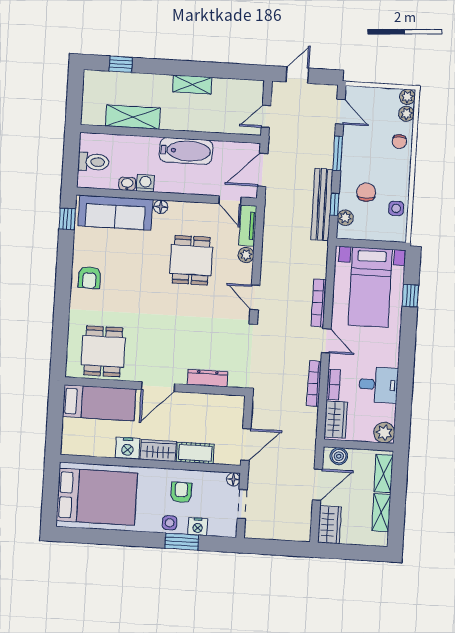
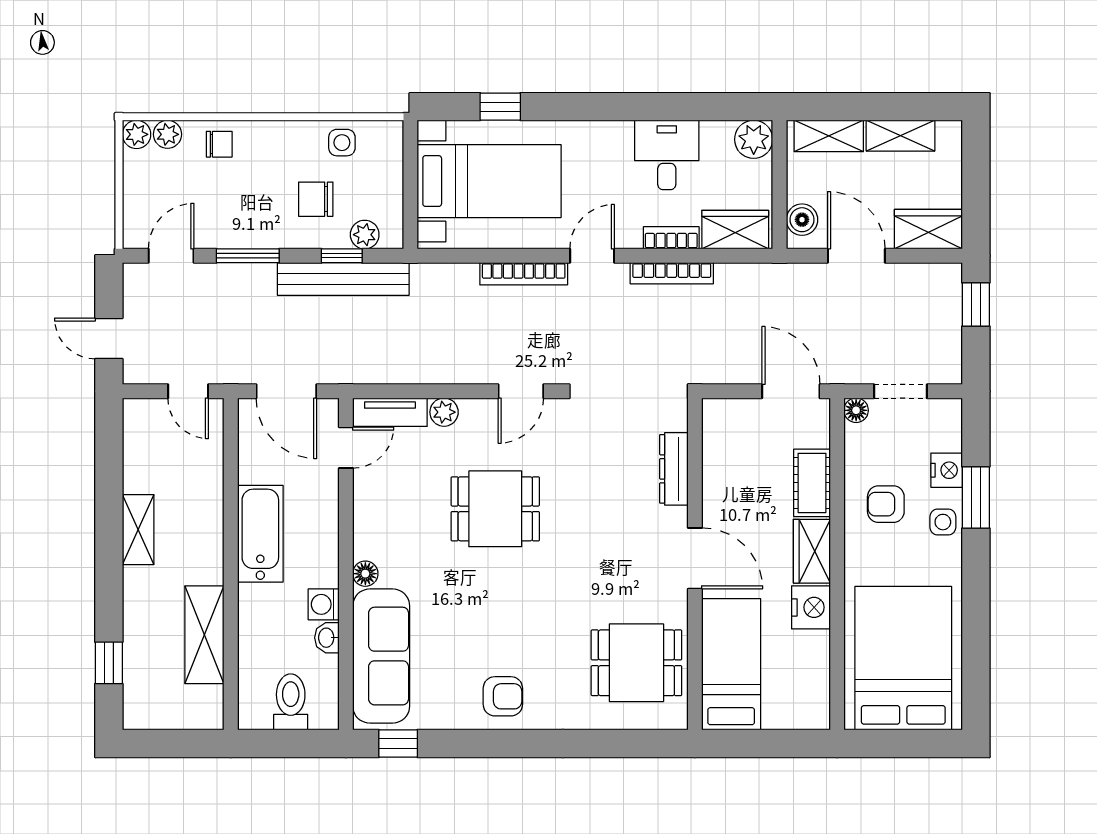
dining table: (191, 260) -> (495, 509), moved
window: (287, 548) -> (976, 304), added

